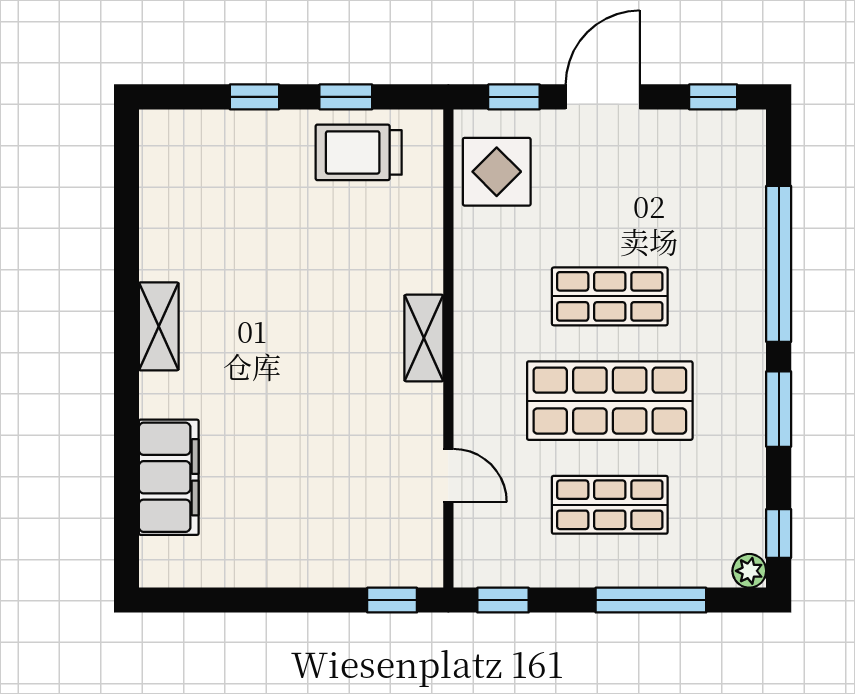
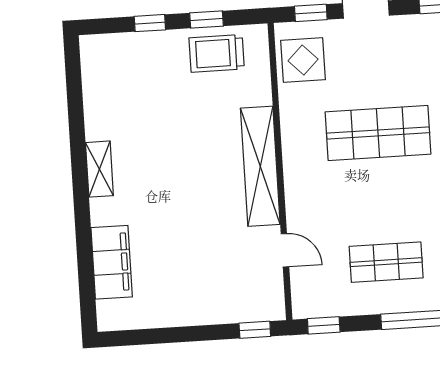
shop shelf: (610, 296) -> (378, 133), width x1.43, depth x1.36
shelving: (424, 338) -> (260, 166), width x2.20, depth x1.33
shop shelf: (610, 401) -> (382, 198), removed

